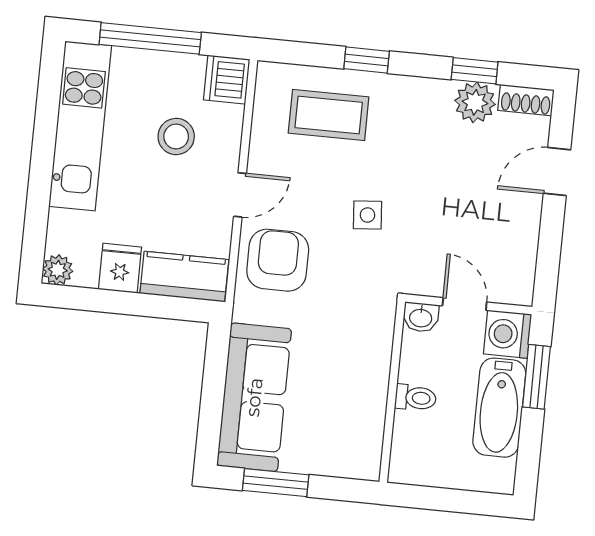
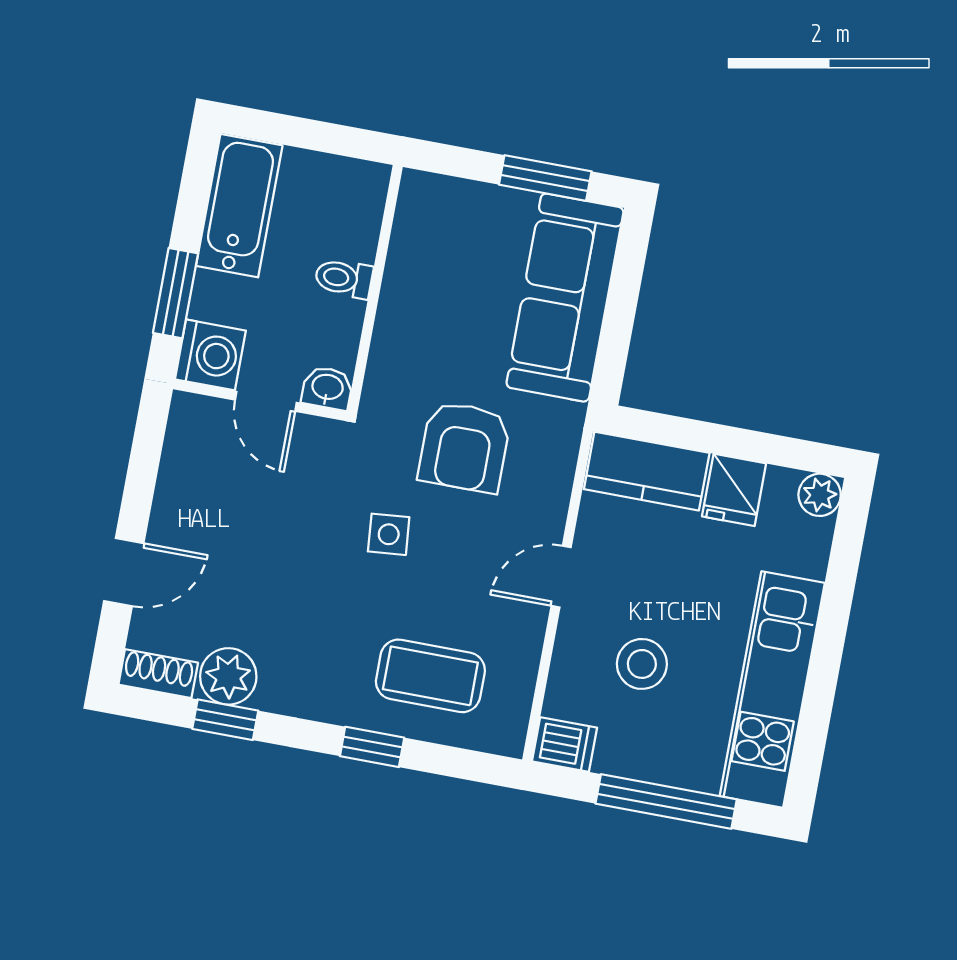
dishwasher: (227, 80) -> (565, 744), width x0.73
armchair: (278, 260) -> (464, 447), moved
bathtub: (499, 408) -> (239, 206), moved

